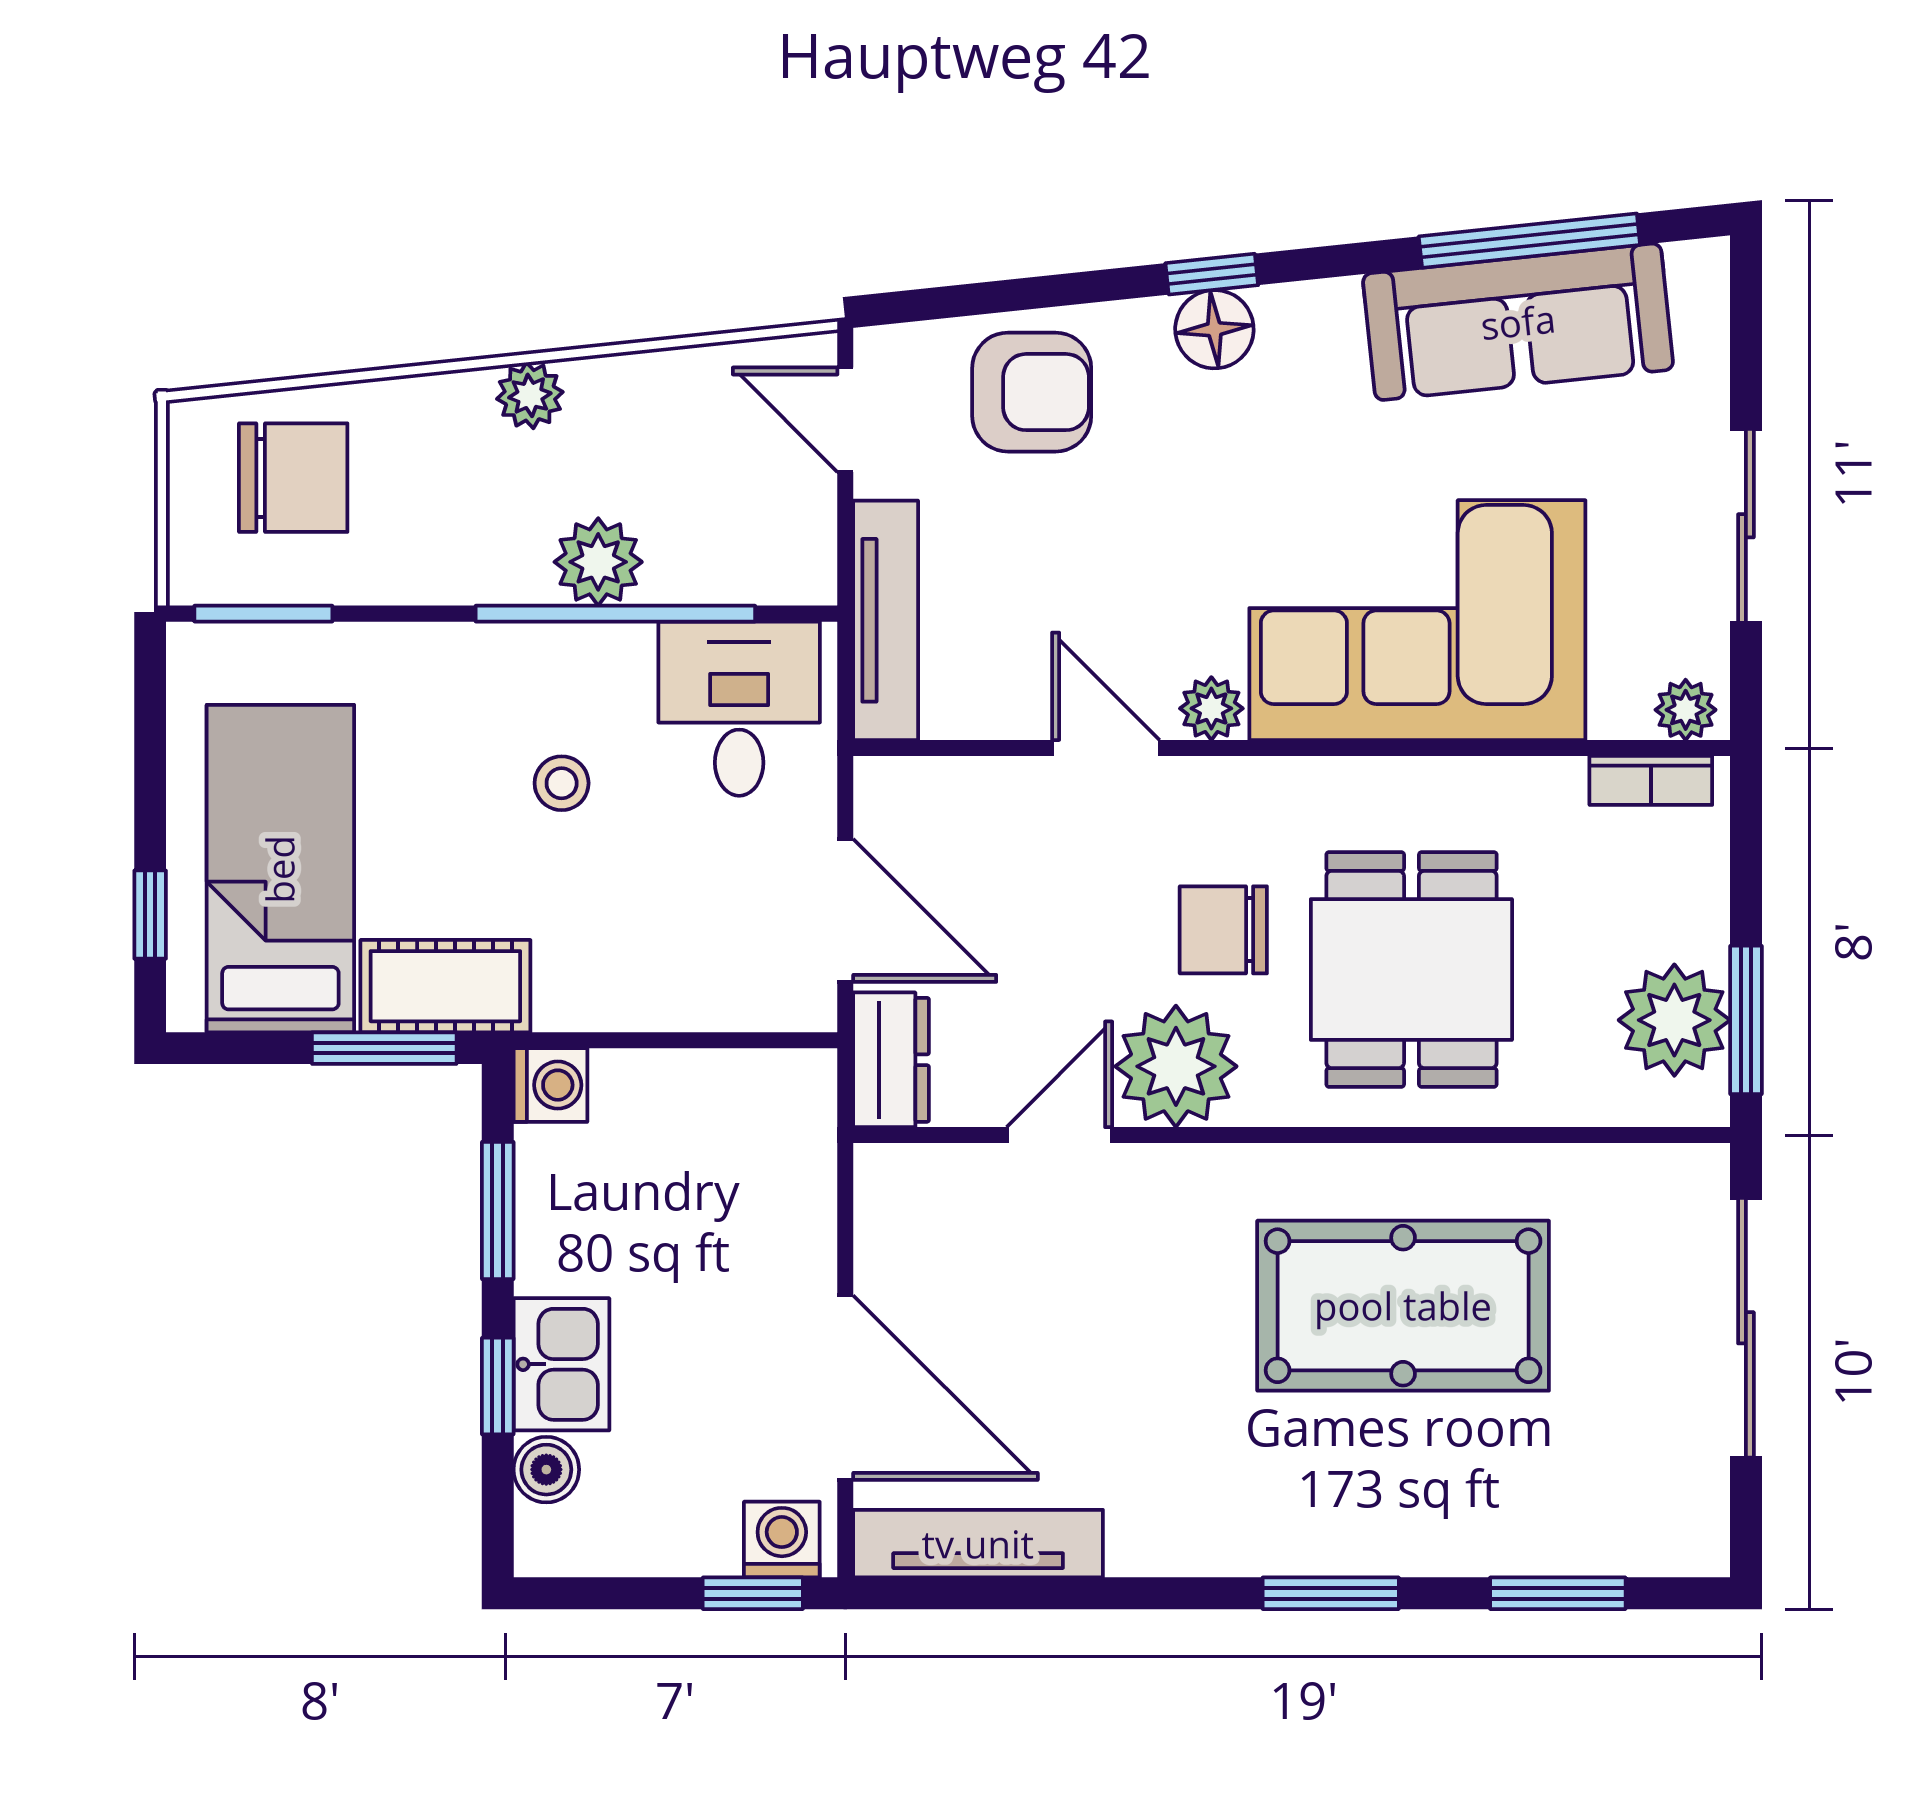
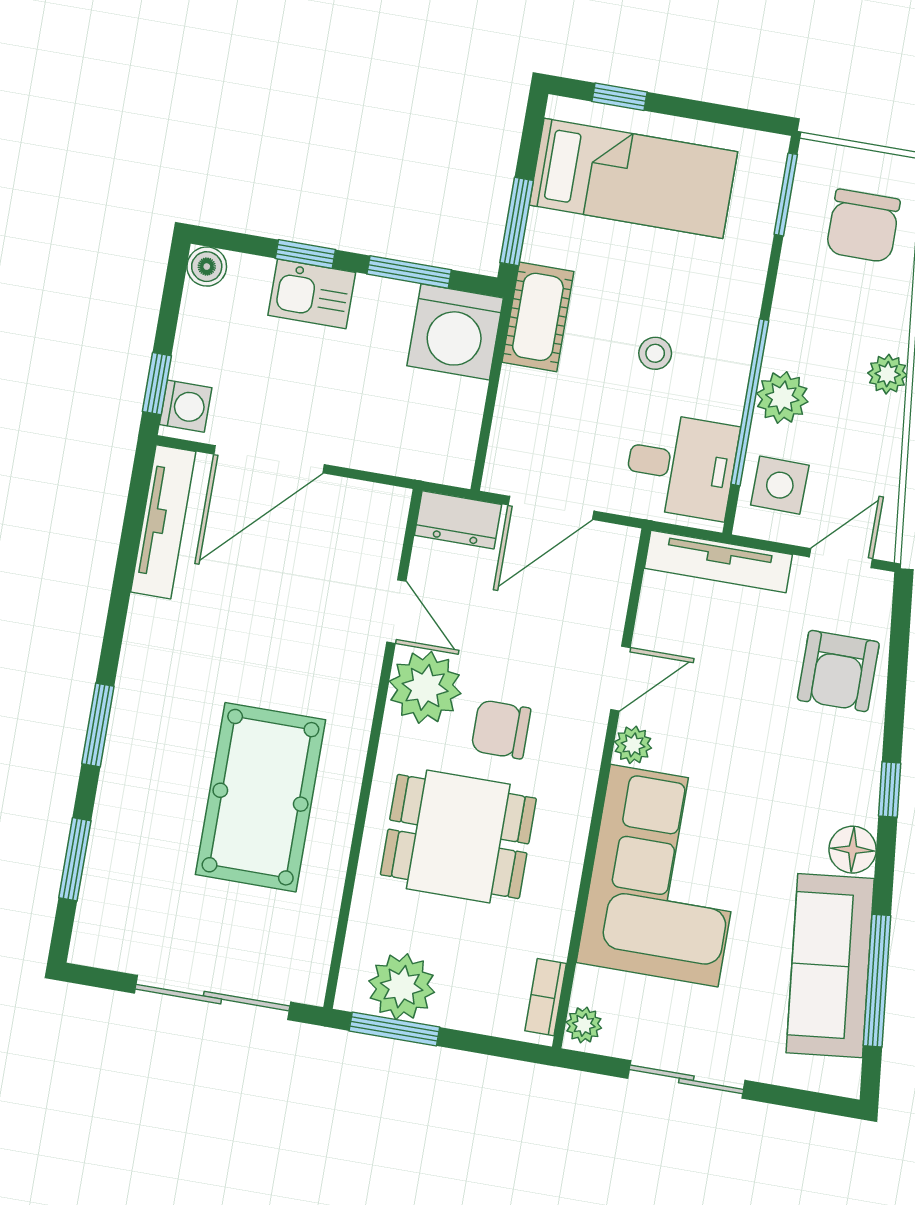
floor lamp: (1214, 329) -> (853, 850), moved
side table: (743, 541) -> (780, 485), added
chair: (1223, 930) -> (501, 729), turned -90
cot: (445, 986) -> (538, 317), moved
washing machine: (550, 1085) -> (455, 332), width x1.89, depth x1.89
boiler: (546, 1470) -> (207, 267), moved

